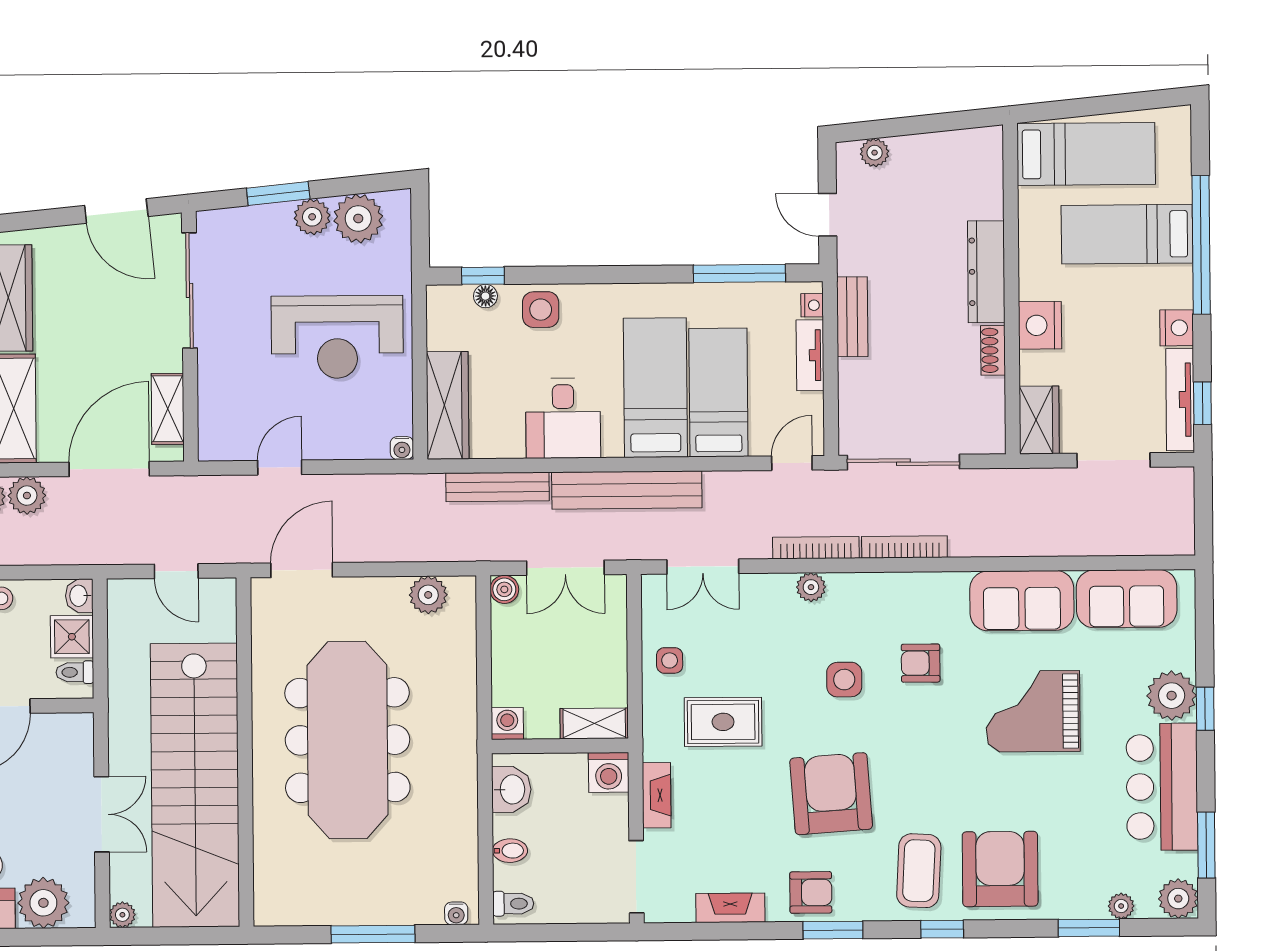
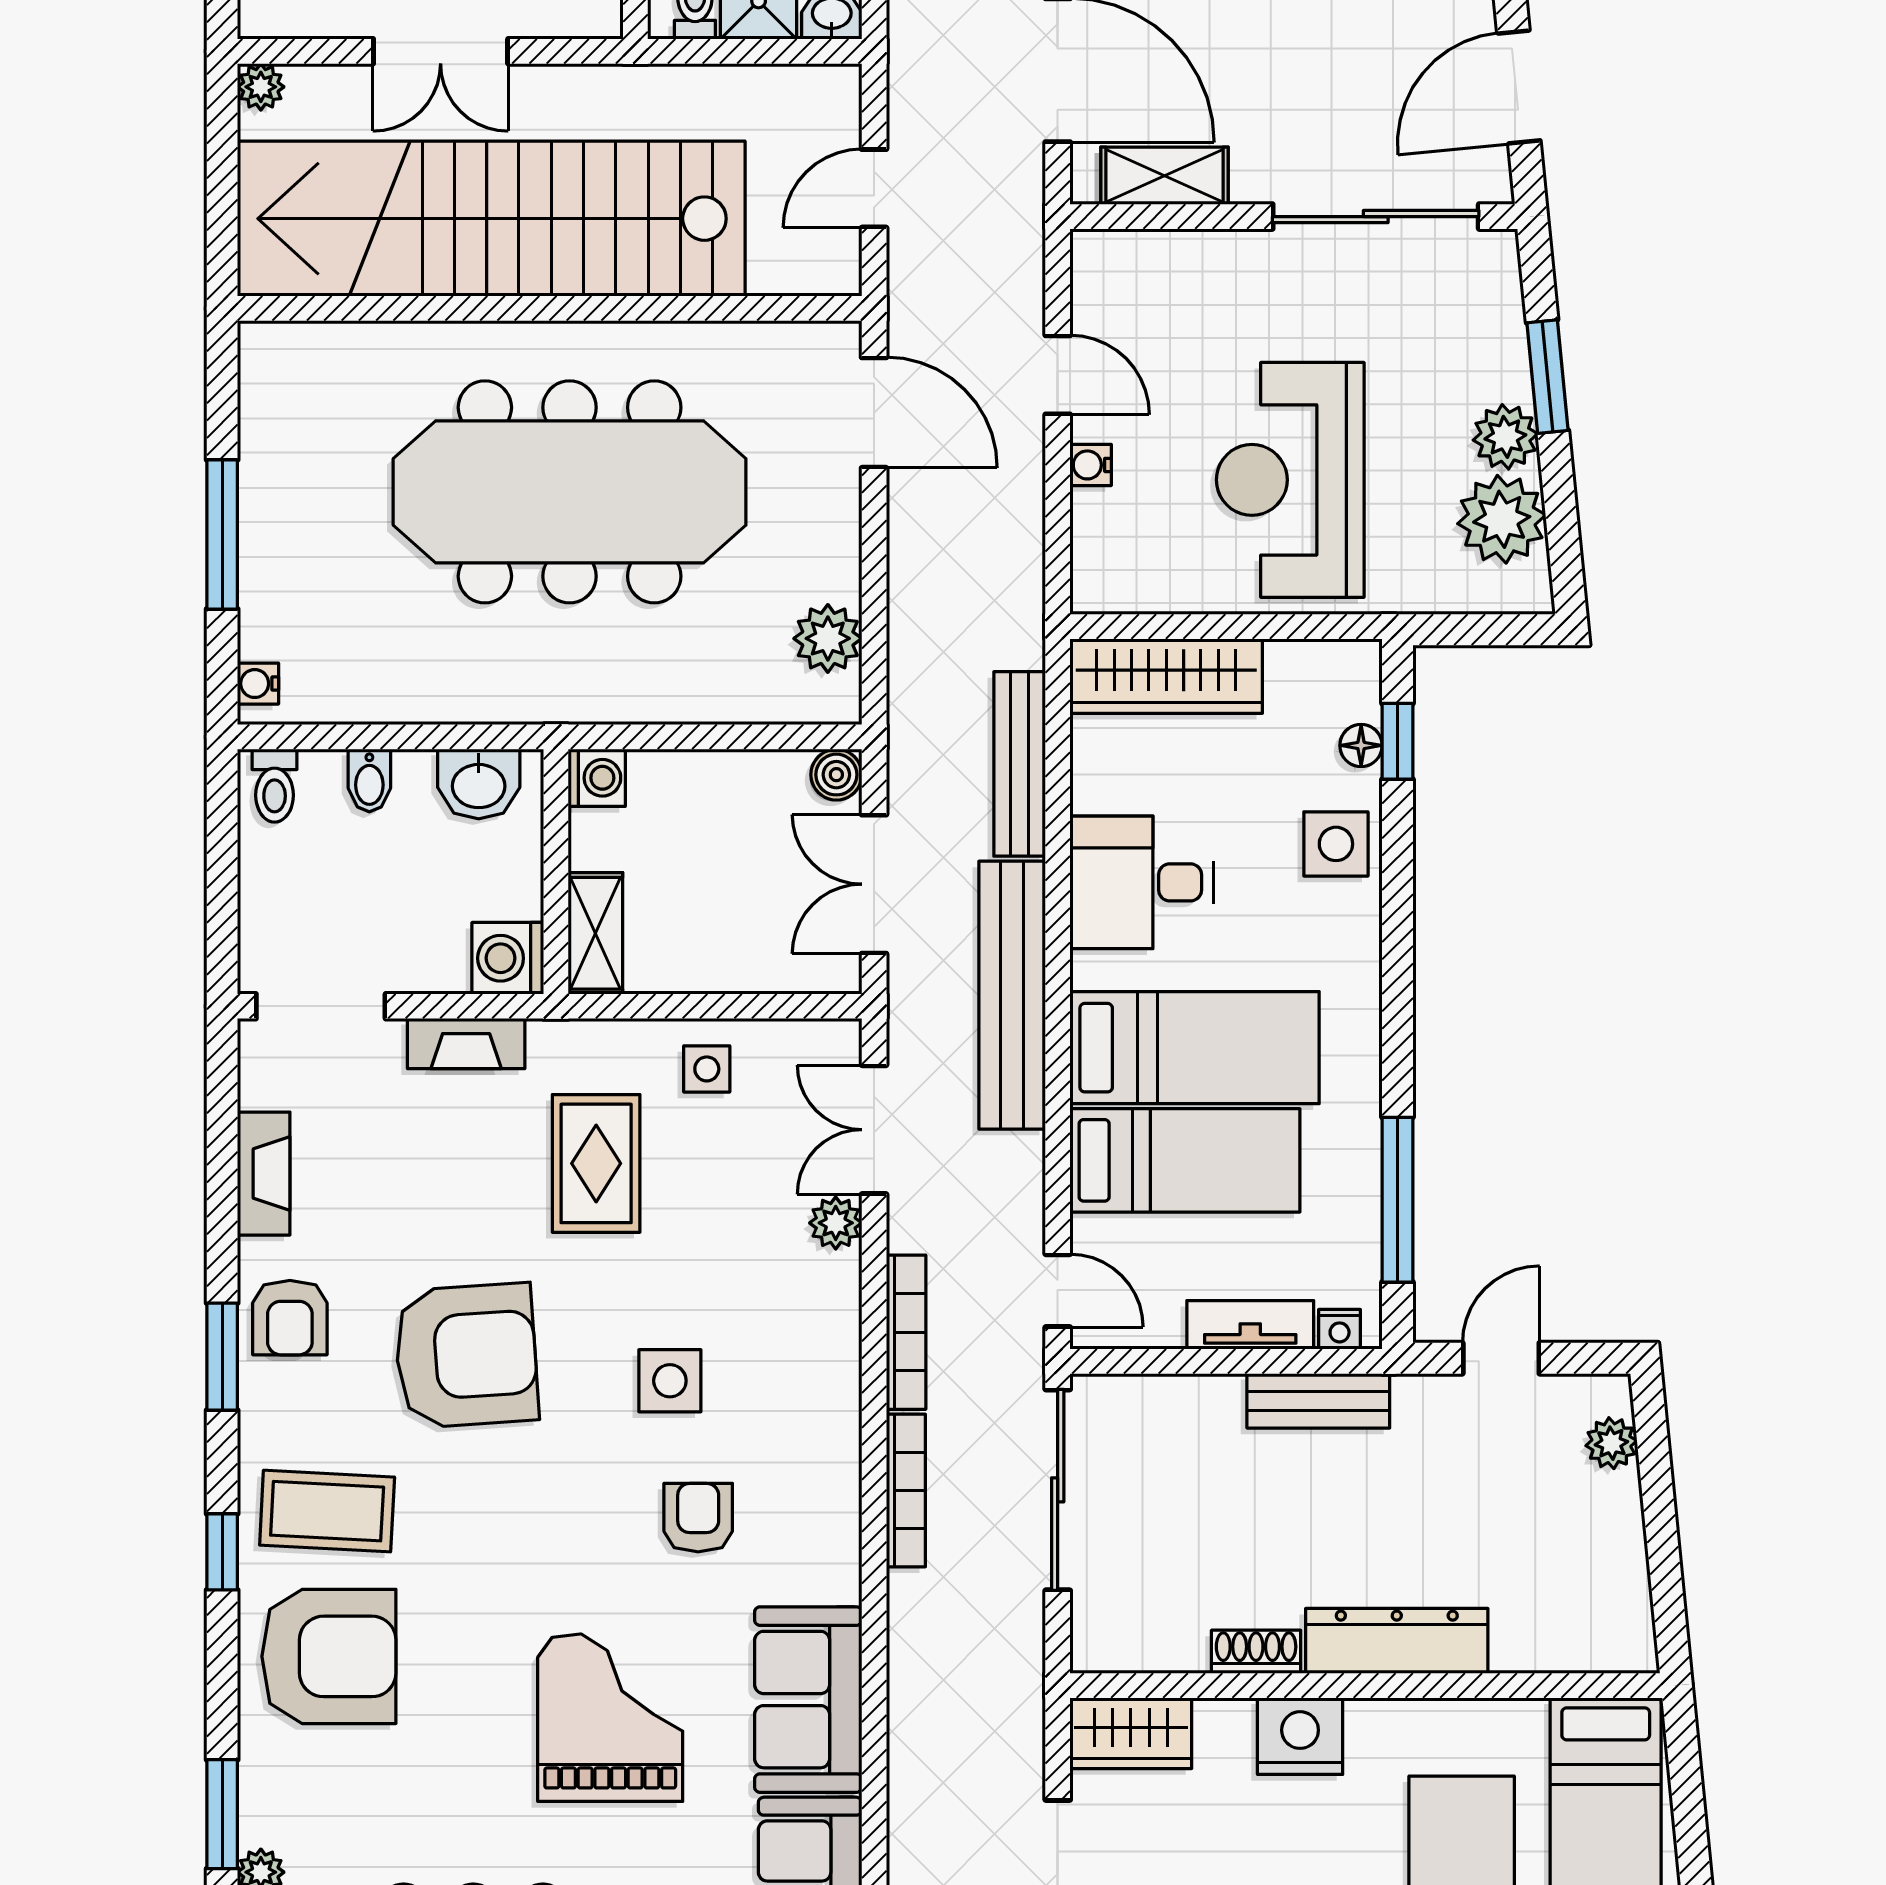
water cooler: (402, 448) -> (1091, 465), moved
plant: (811, 587) -> (836, 1223), moved

